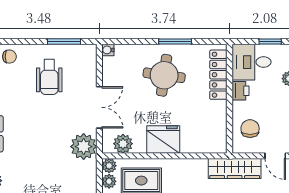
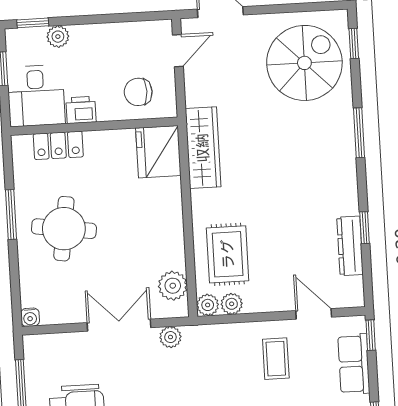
locker: (218, 75) -> (58, 145), width x0.66
fridge: (163, 139) -> (158, 152), moved
plant: (84, 147) -> (170, 337), width x0.53, depth x0.53
wardrobe: (235, 169) -> (203, 148), moved

